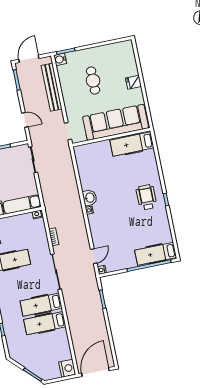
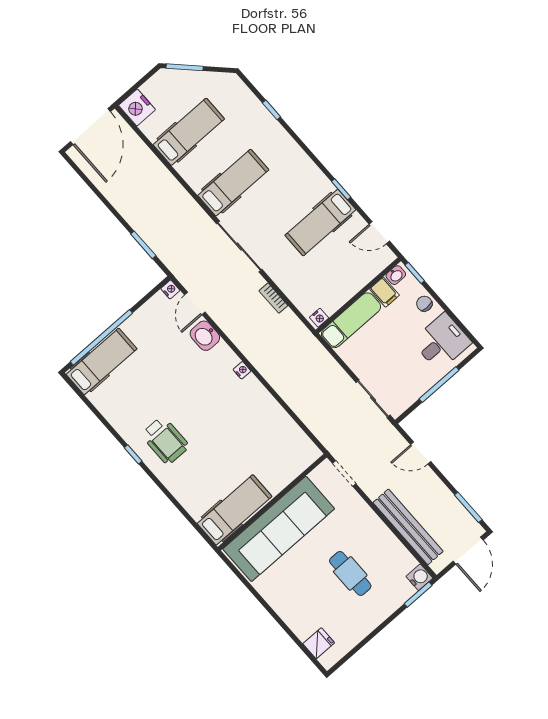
fridge: (134, 82) -> (319, 643), moved
washbasin: (90, 198) -> (205, 336), moved
hospital bed: (45, 323) -> (189, 132), moved

